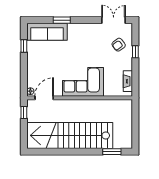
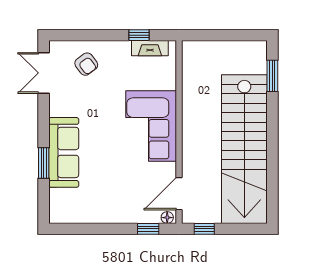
sofa: (47, 32) -> (64, 152), moved
window: (24, 46) -> (148, 229), moved
window: (135, 52) -> (139, 35), moved
door: (44, 98) -> (179, 194), hinge flipped

